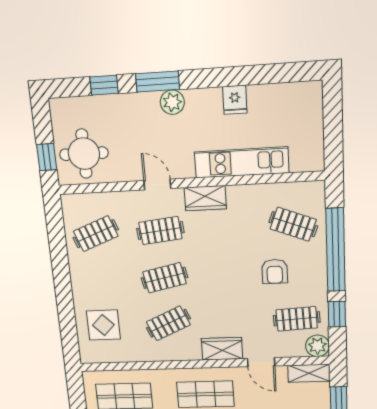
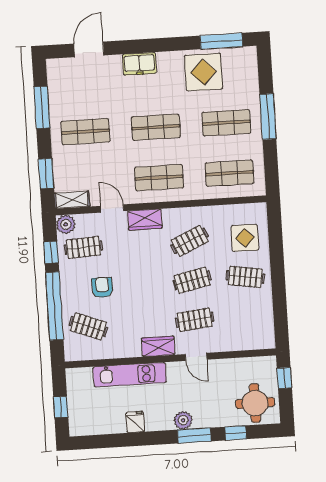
window: (333, 120) -> (61, 407), added
round table: (84, 154) -> (255, 403), moved
clothes rail: (96, 234) -> (245, 277), moved, turned 30

